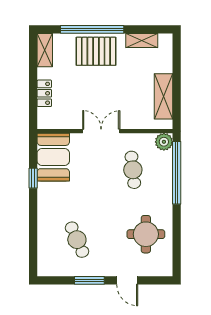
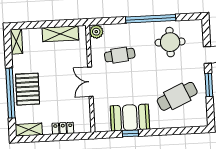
shelving: (142, 40) -> (16, 41), moved
booth: (53, 157) -> (130, 118), moved
window: (177, 173) -> (151, 19), moved
cafe table: (77, 240) -> (177, 96), width x1.37, depth x1.35

